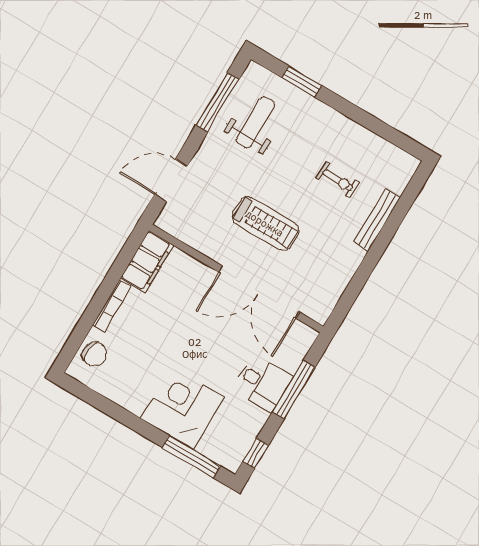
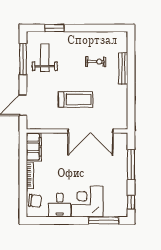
desk: (263, 383) -> (60, 205), moved, turned 90

